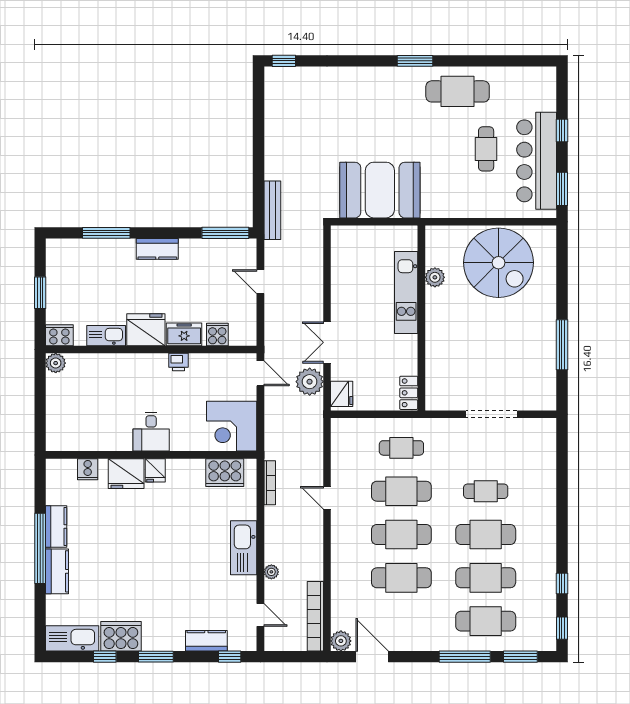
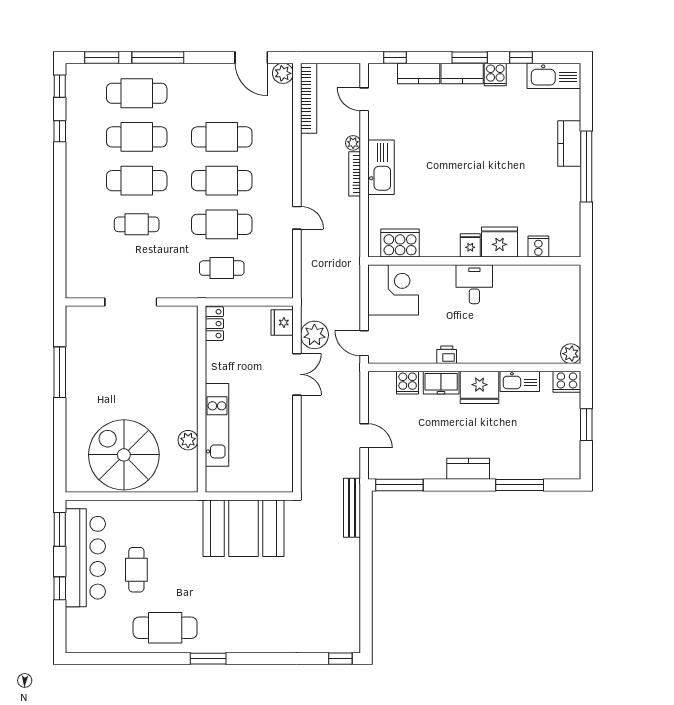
bookcase: (270, 483) -> (355, 174), moved
kitchen counter: (56, 527) -> (462, 73), moved, turned -90
cooker: (121, 636) -> (495, 74), width x0.53, depth x0.76

